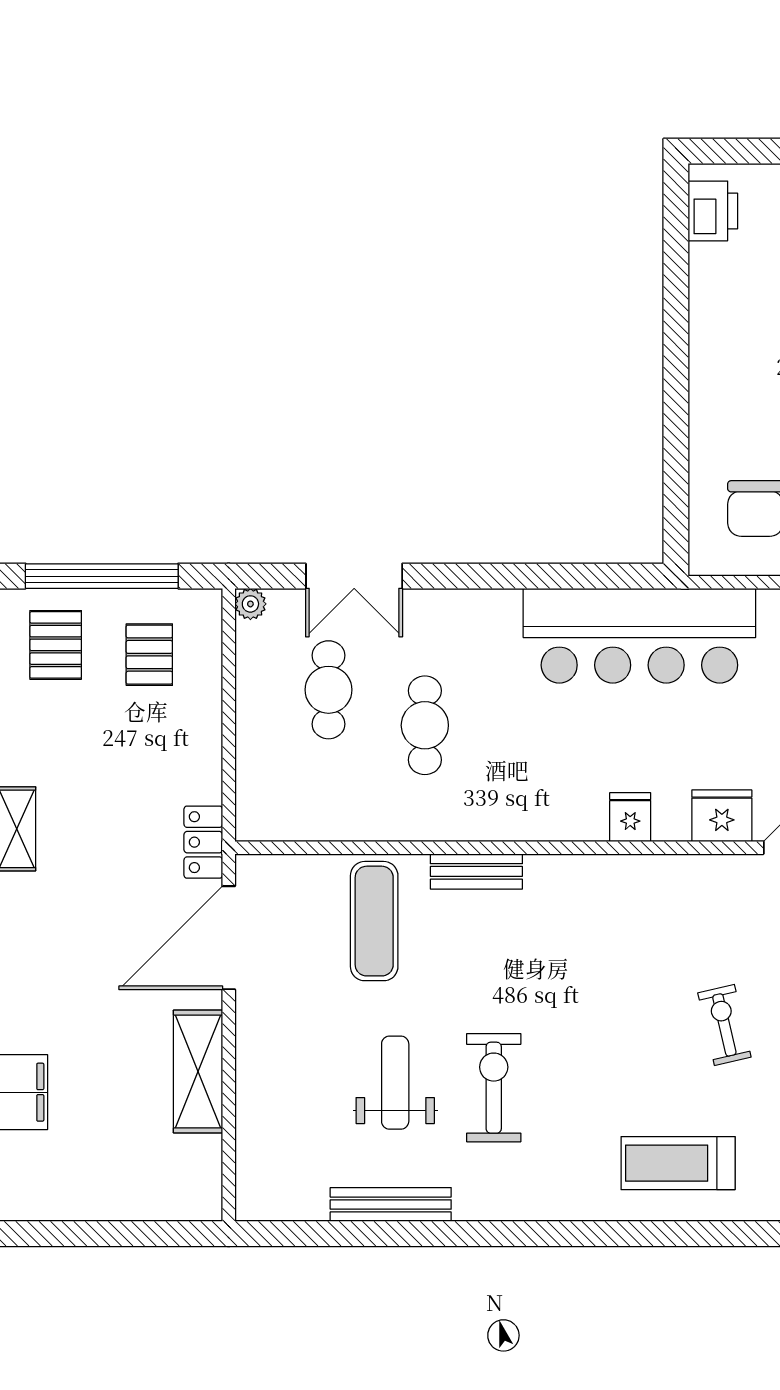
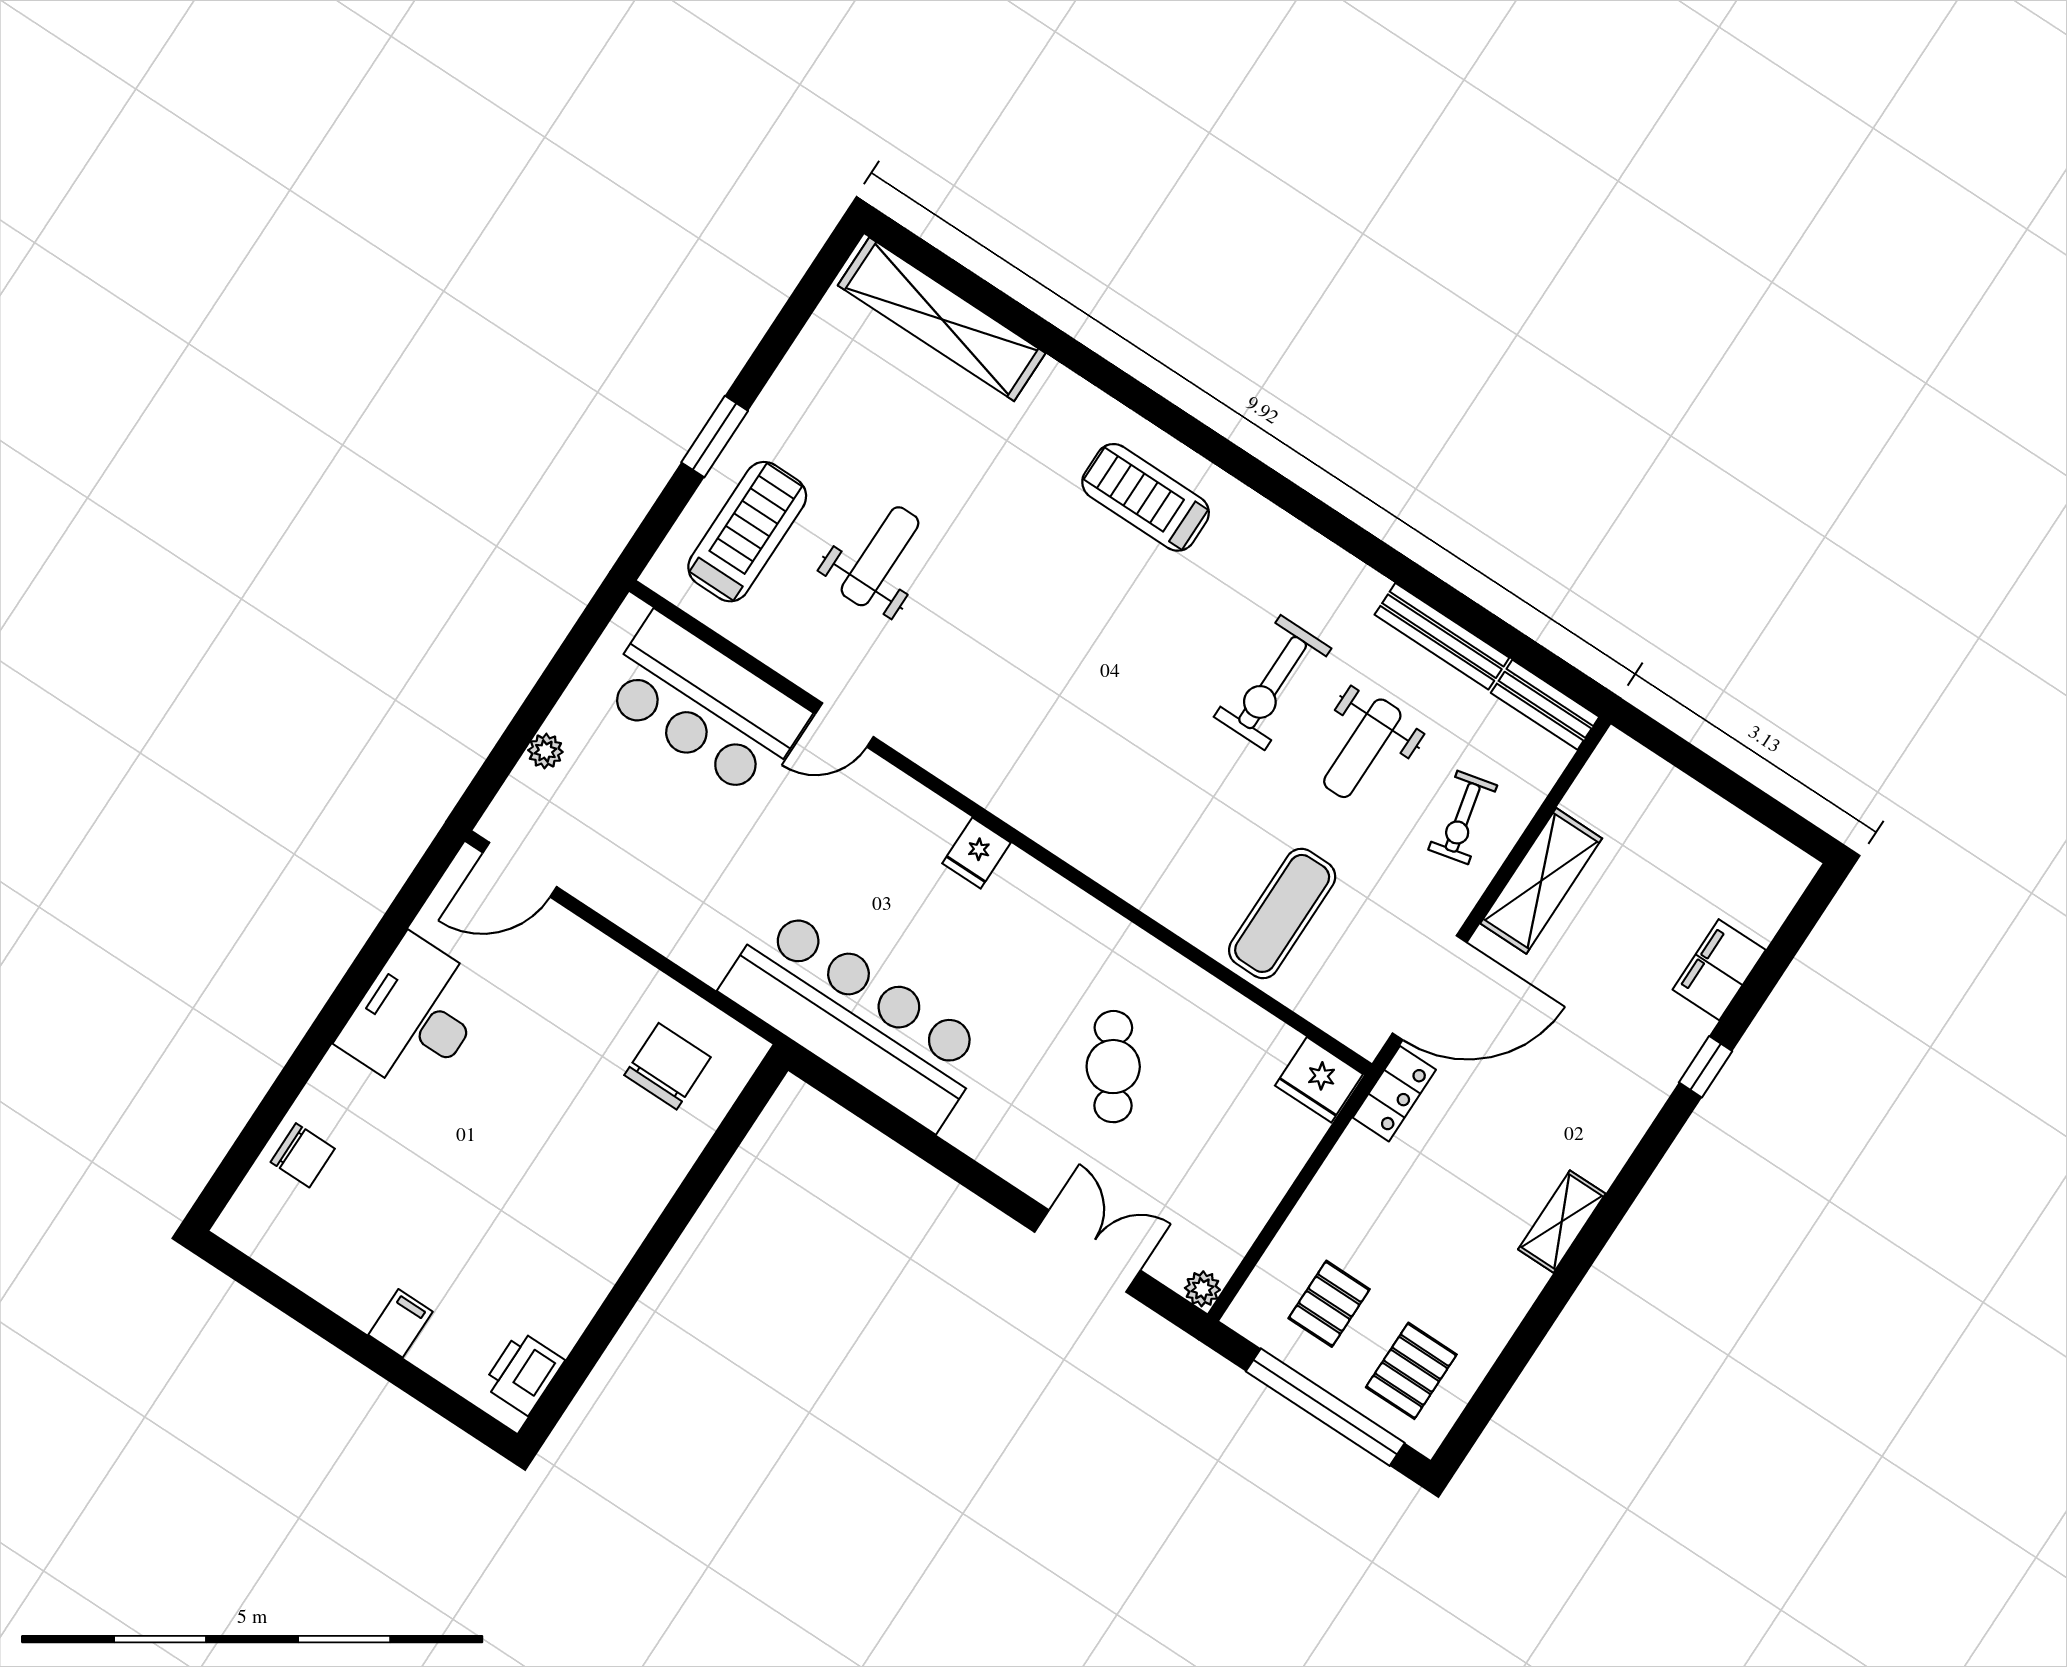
cafe table: (329, 690) -> (1182, 1160), removed
cafe table: (425, 725) -> (1113, 1067), turned -33
fridge: (722, 816) -> (1319, 1080), moved
bench: (476, 871) -> (1545, 705), moved
exercise bike: (724, 1025) -> (1463, 817), moved
treadmill: (678, 1163) -> (1146, 497), turned 180

